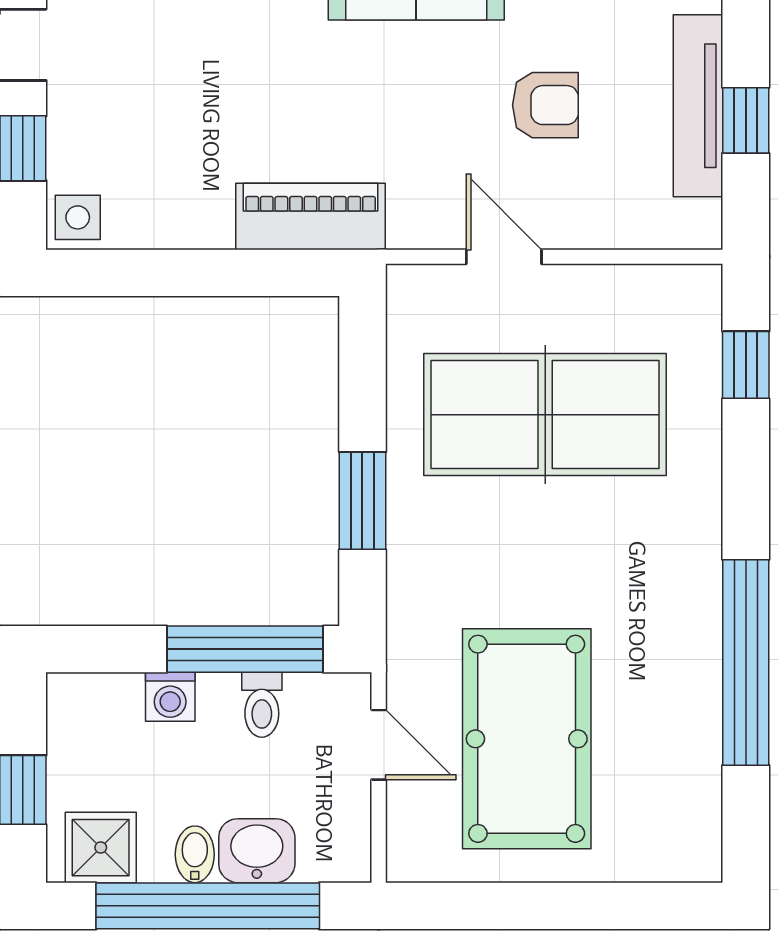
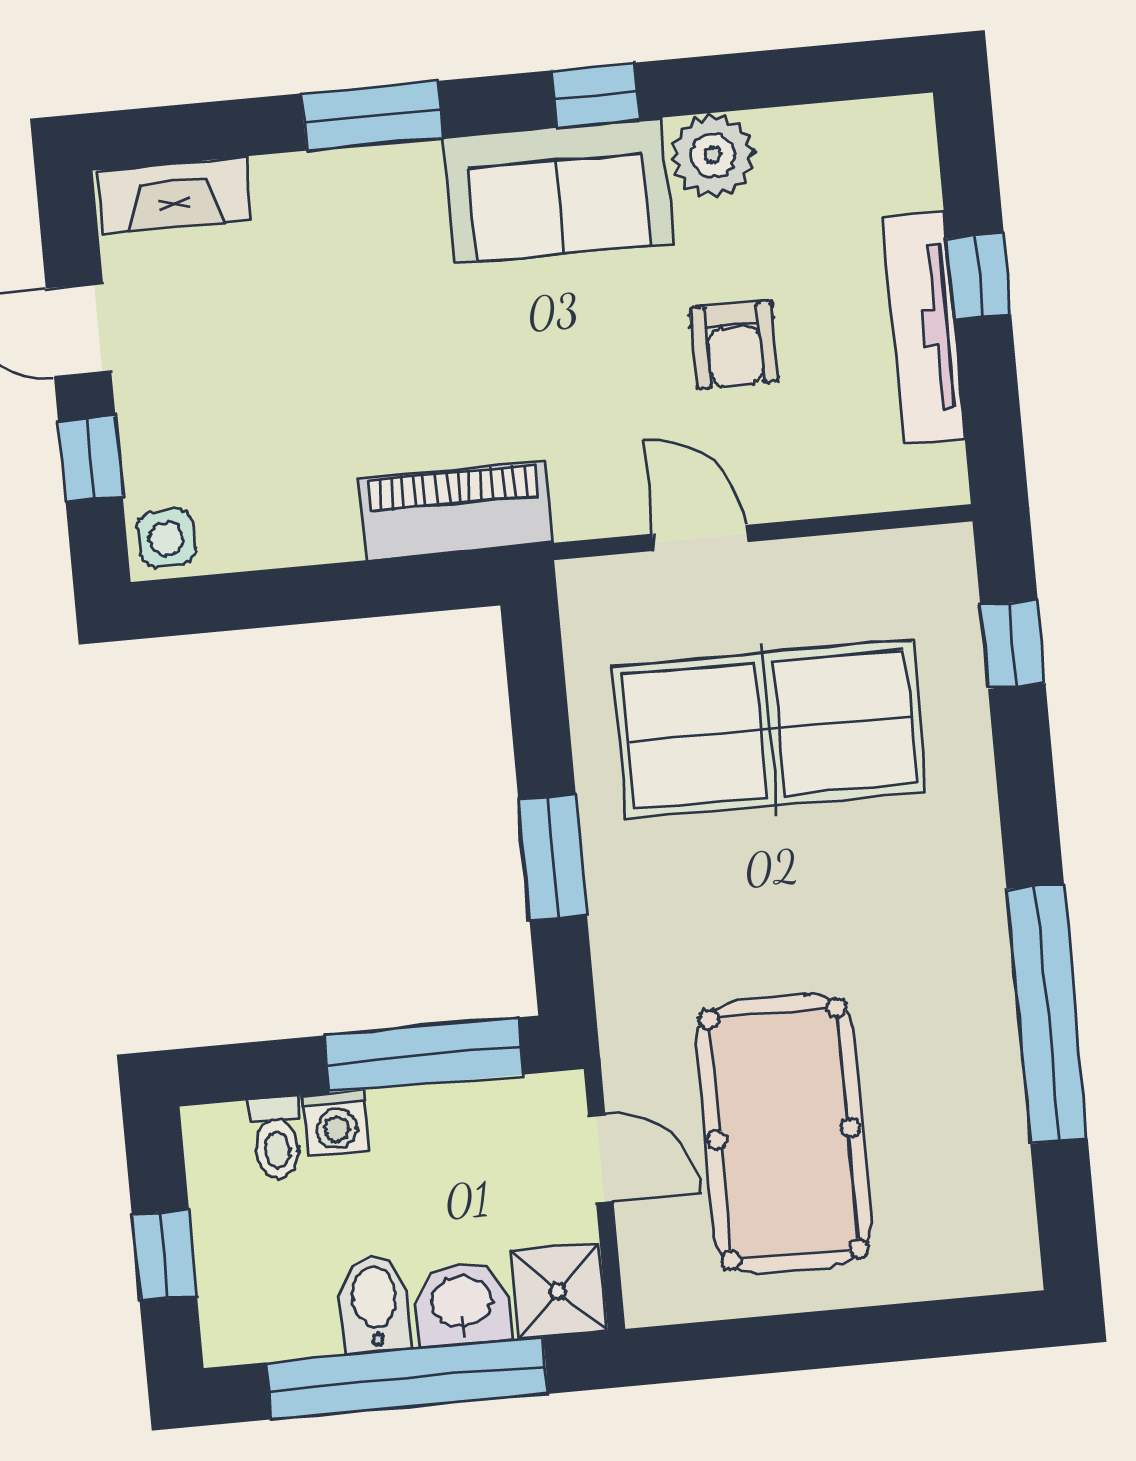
armchair: (545, 105) -> (734, 345), turned 90
window: (746, 120) -> (979, 276), moved
toilet: (262, 705) -> (276, 1138), moved
shower: (101, 848) -> (558, 1291), moved
bidet: (195, 854) -> (375, 1304), width x1.38, depth x1.36

